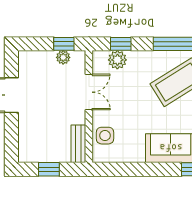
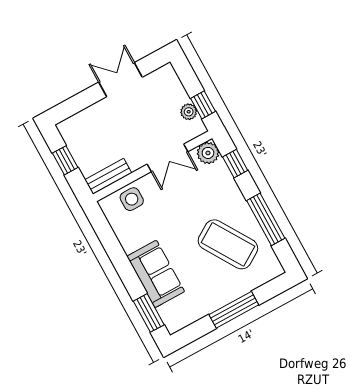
plant: (117, 60) -> (208, 153), moved

